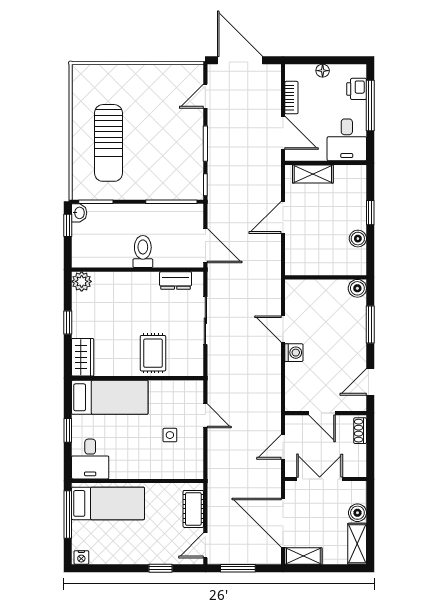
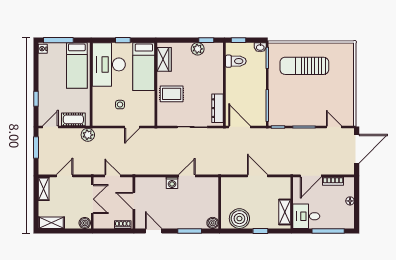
printer: (357, 89) -> (338, 222), removed
shelving: (313, 174) -> (285, 212), moved
window: (68, 225) -> (239, 40), moved
boiler: (358, 239) -> (239, 219), width x1.86, depth x1.86
door: (205, 246) -> (240, 127), swing flipped
toilet: (143, 252) -> (236, 61), moved
dresser: (176, 280) -> (218, 108), width x1.44
plant: (82, 281) -> (198, 49), moved
window: (68, 323) -> (206, 40), moved
wardrobe: (83, 357) -> (164, 59), moved, turned -90
door: (322, 413) -> (134, 201), hinge flipped
desk: (90, 459) -> (109, 64), width x1.87, depth x1.30
plant: (218, 486) -> (88, 135), added
boiler: (357, 513) -> (85, 223), moved
window: (68, 515) -> (58, 40), moved
door: (283, 523) -> (65, 176), width x0.53
door: (205, 545) -> (50, 127), hinge flipped

